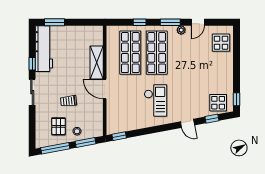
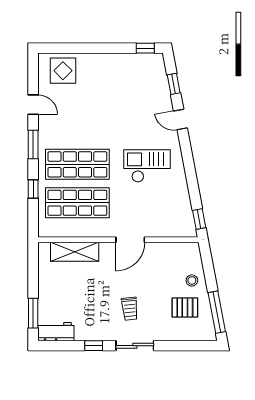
plant: (181, 30) -> (45, 129), removed
workbench: (44, 49) -> (56, 332), width x0.53, depth x0.76
shelving: (97, 63) -> (75, 252), moved
trolley: (69, 101) -> (130, 309), moved
display table: (218, 103) -> (150, 75), removed
door: (187, 123) -> (180, 119), swing flipped
window: (85, 143) -> (208, 268), removed

